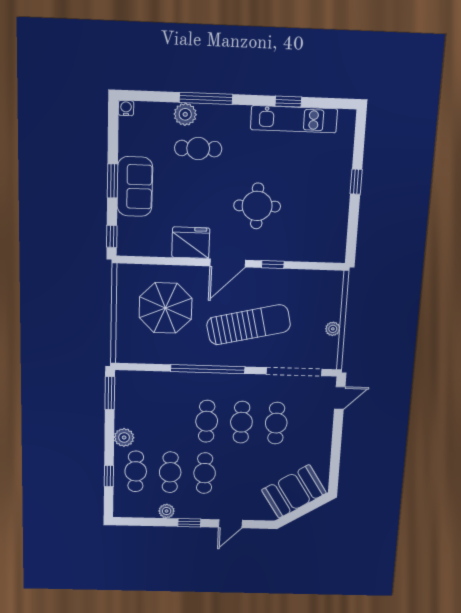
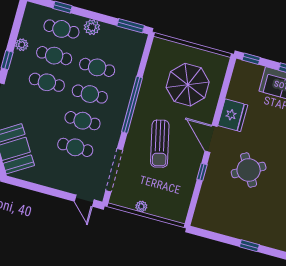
round table: (257, 206) -> (249, 170), turned -30
sun lounger: (249, 325) -> (160, 144), width x0.73, depth x0.75
cafe table: (172, 420) -> (97, 67), added

